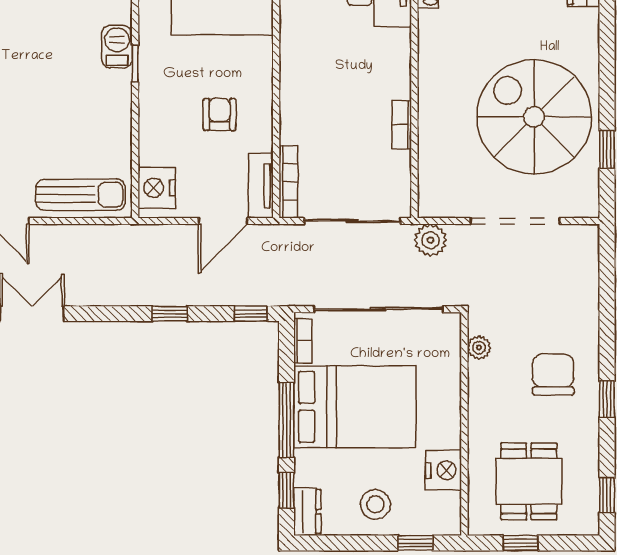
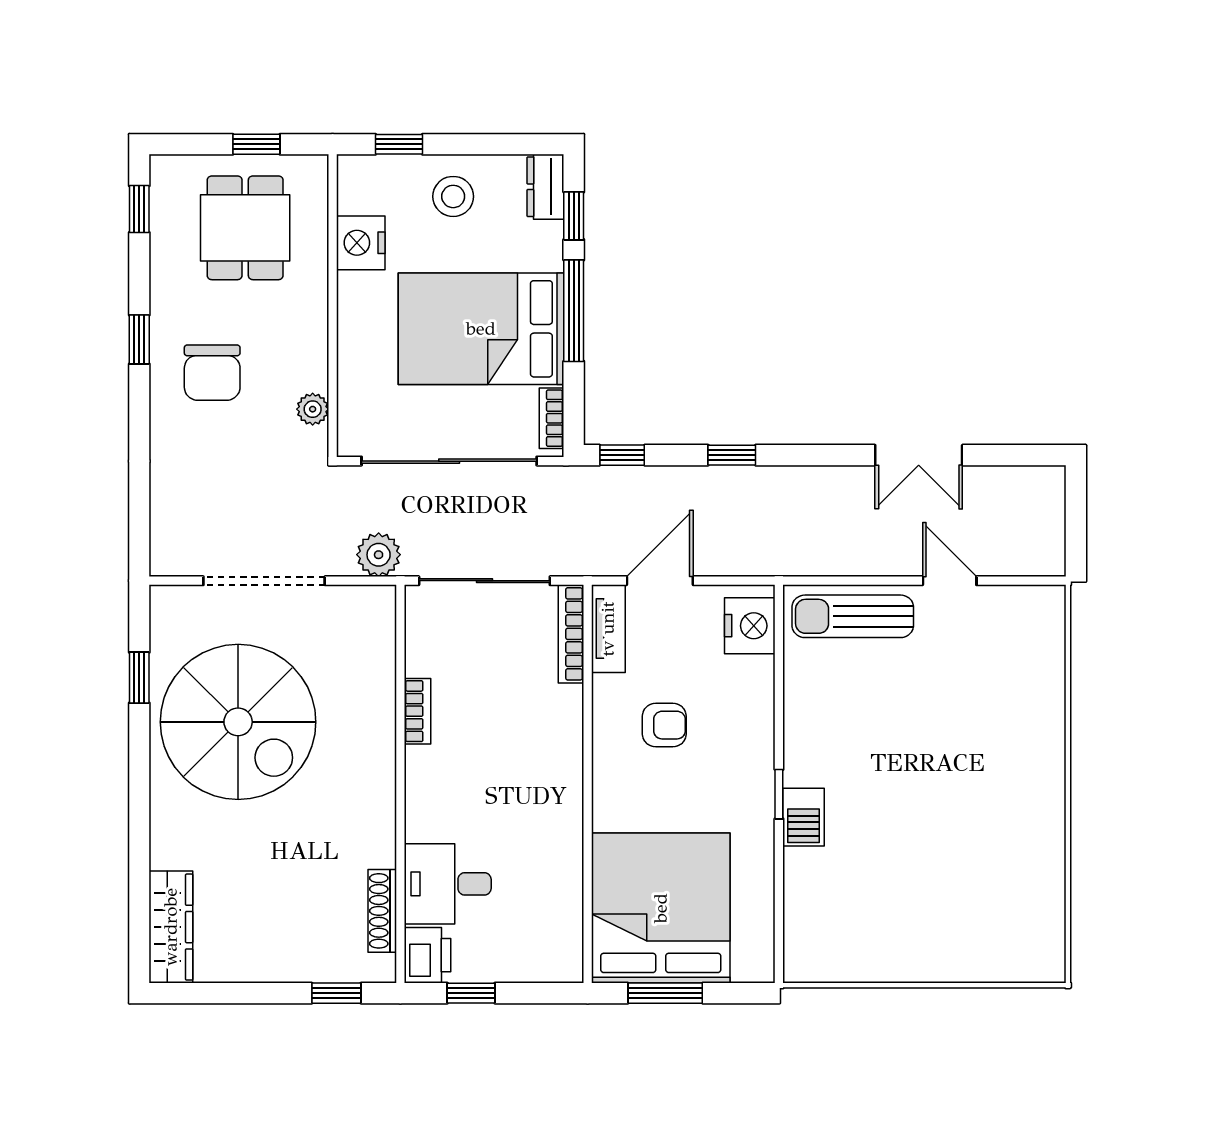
armchair: (220, 114) -> (664, 725), turned -90

